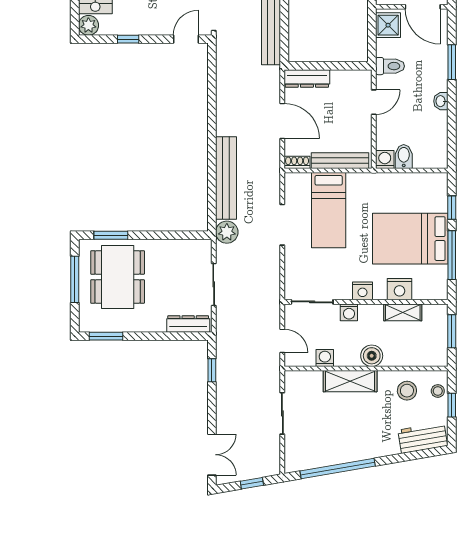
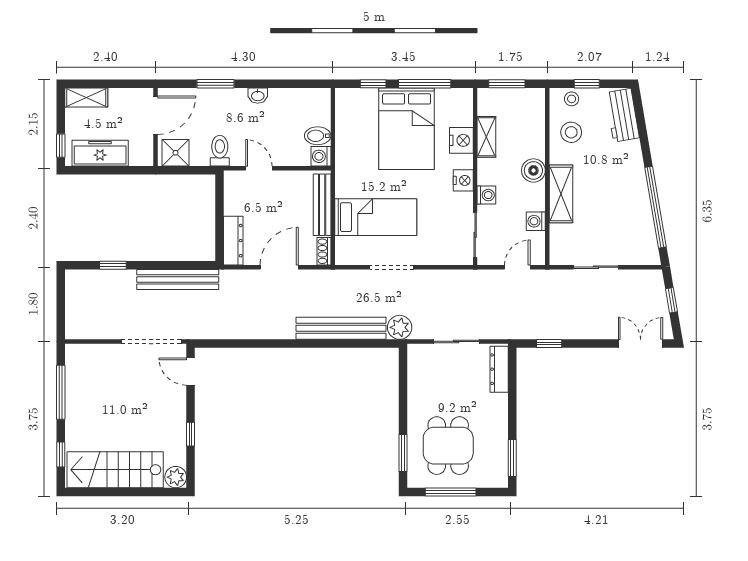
dining table: (118, 277) -> (448, 446), width x0.73

